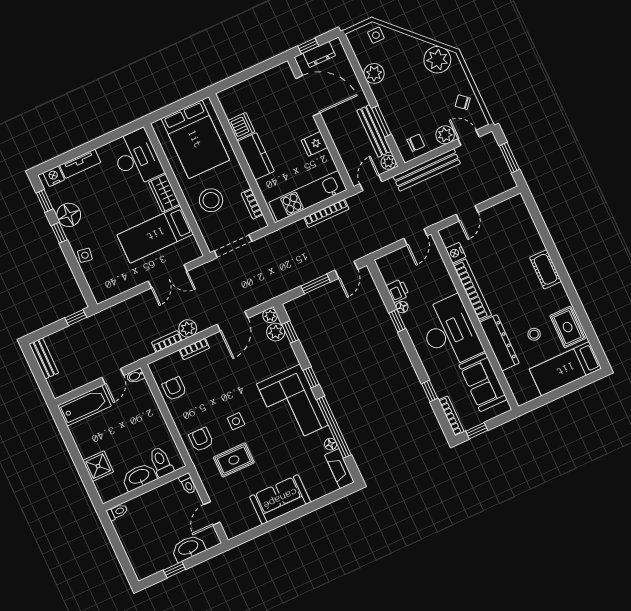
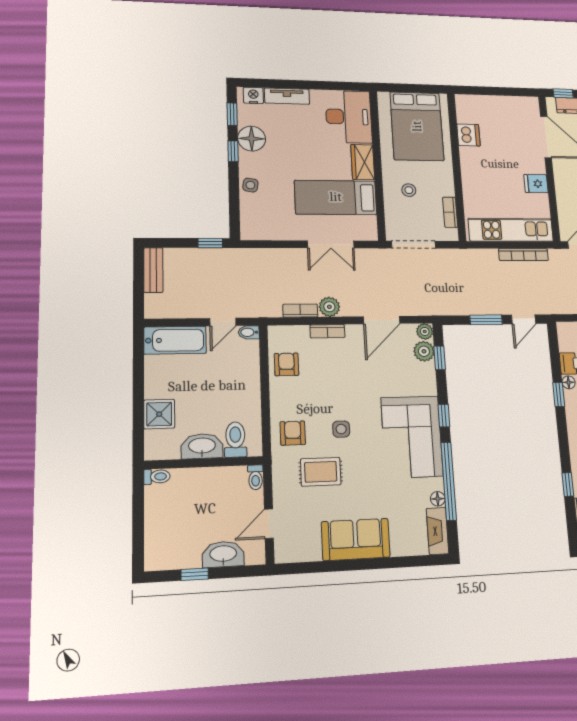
kitchen counter: (256, 156) -> (472, 169), removed
stool: (211, 200) -> (409, 190), width x0.53, depth x0.53

